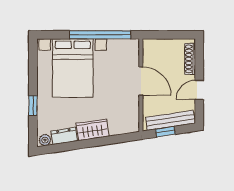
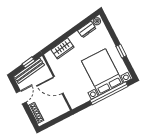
window: (100, 35) -> (109, 93), moved
window: (33, 106) -> (121, 51), moved
wardrobe: (93, 130) -> (63, 48), moved

